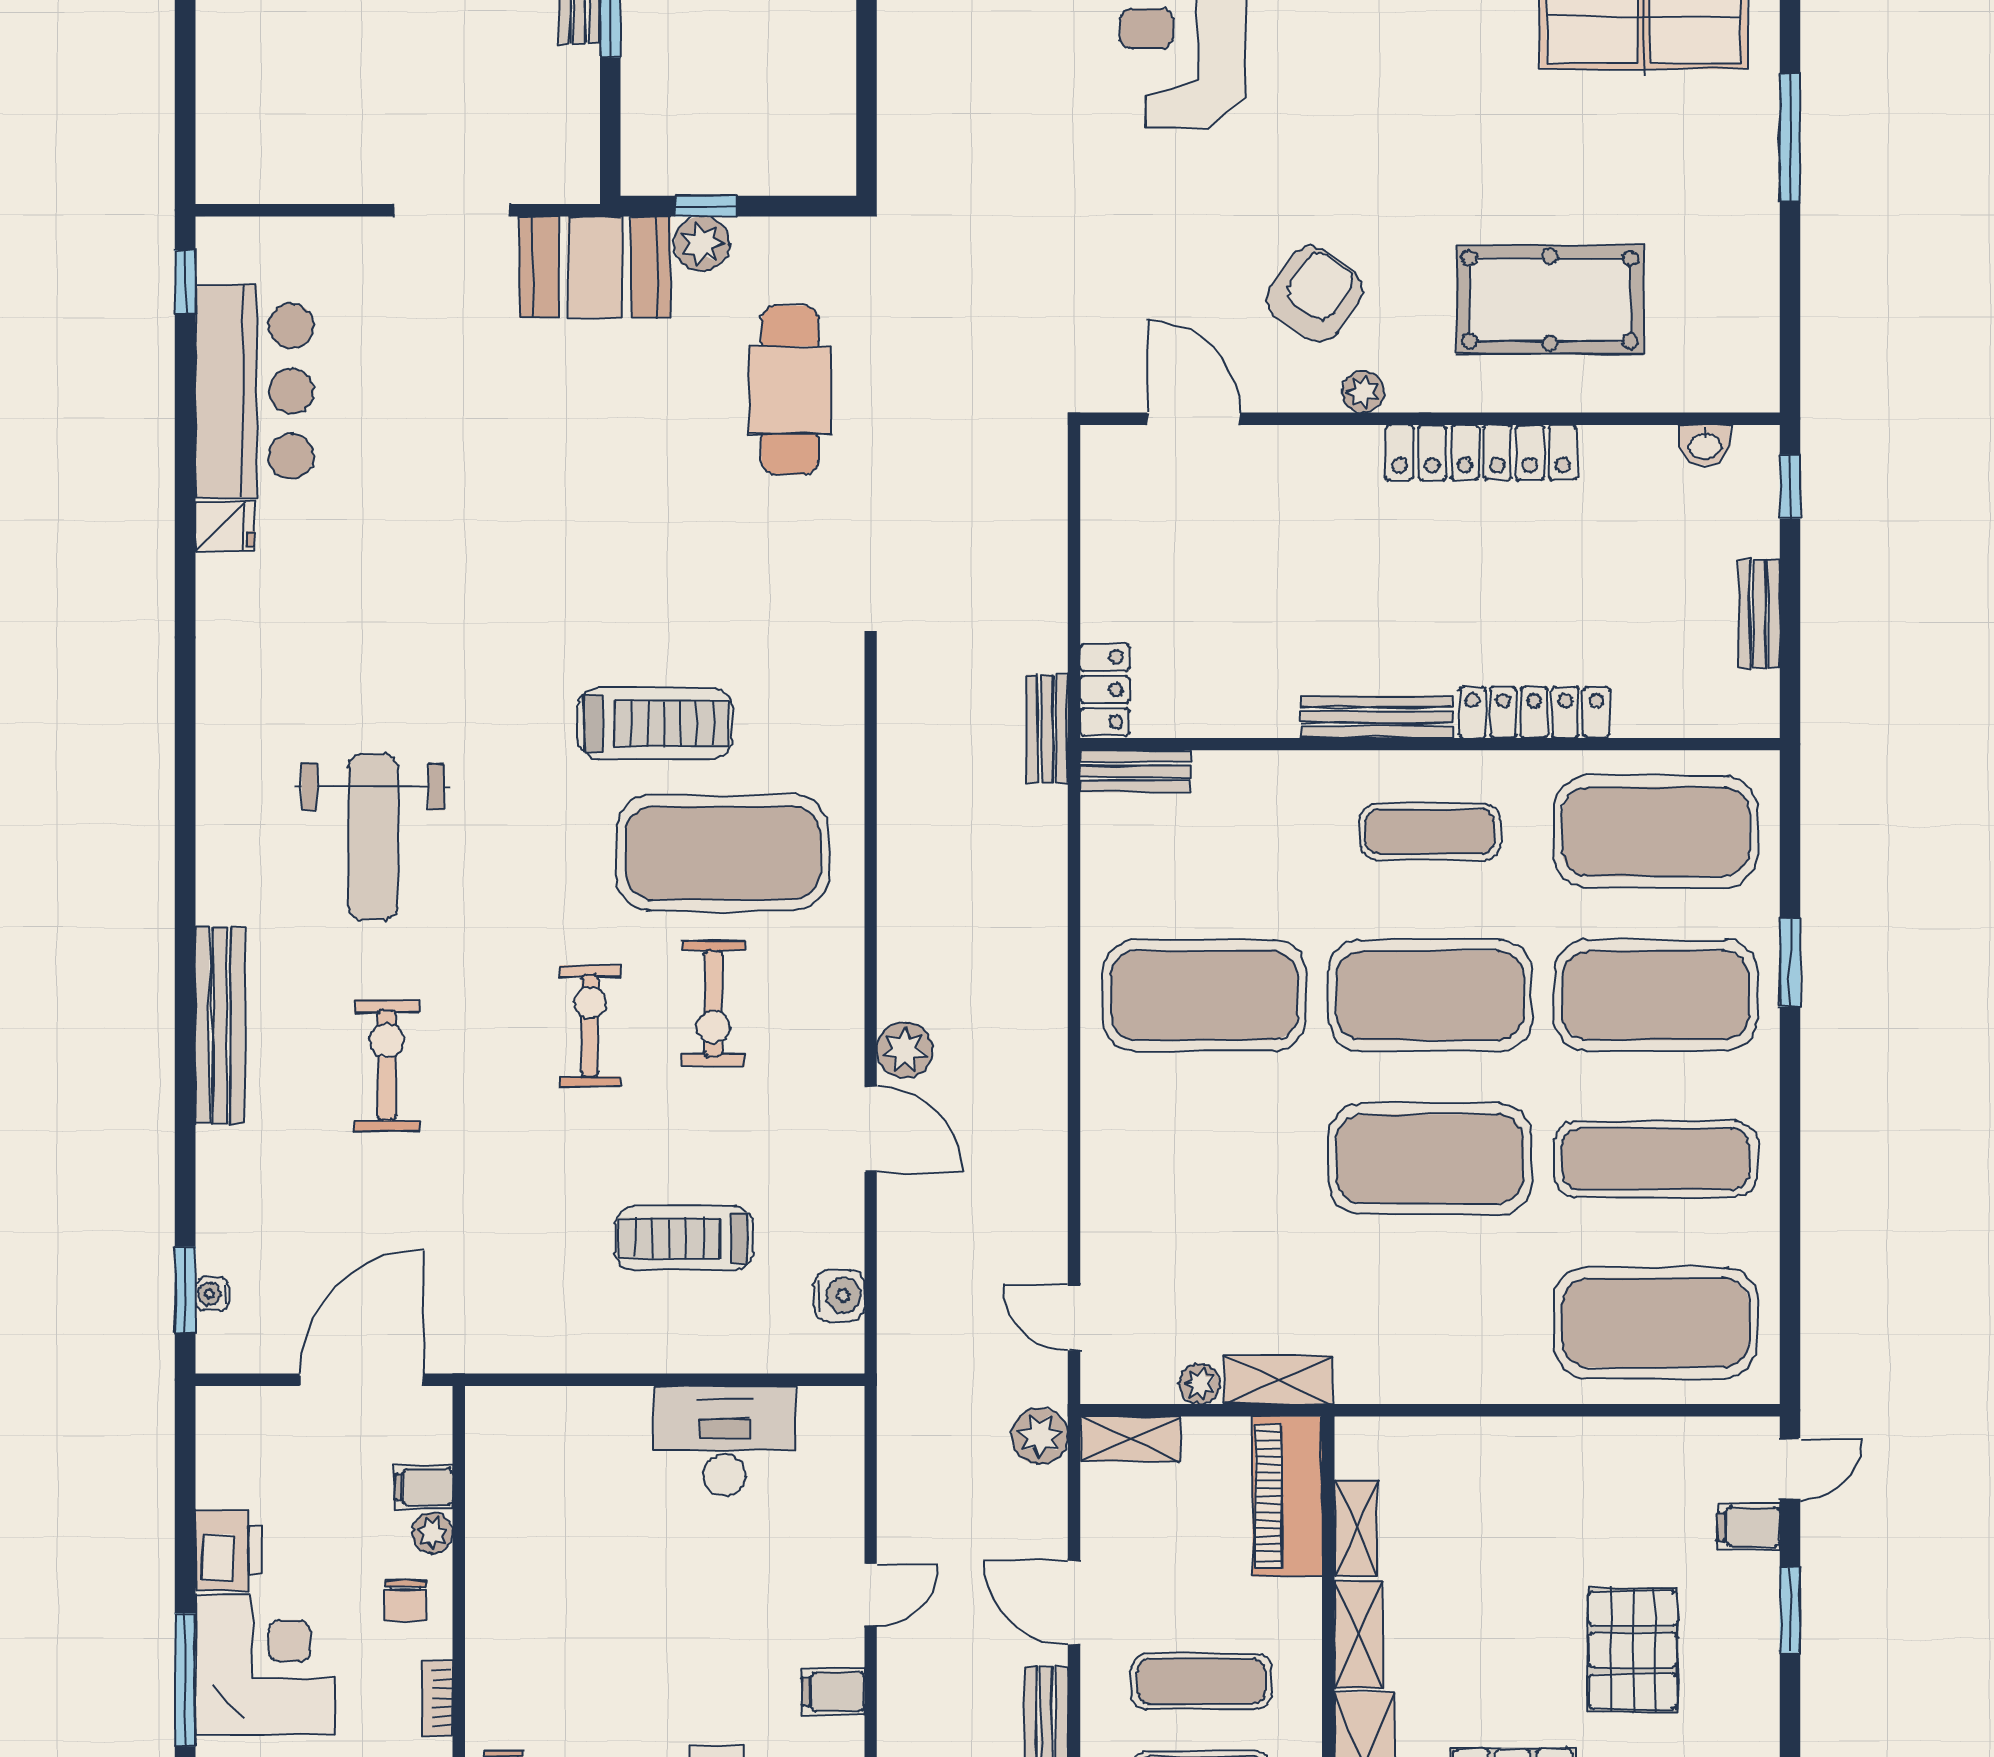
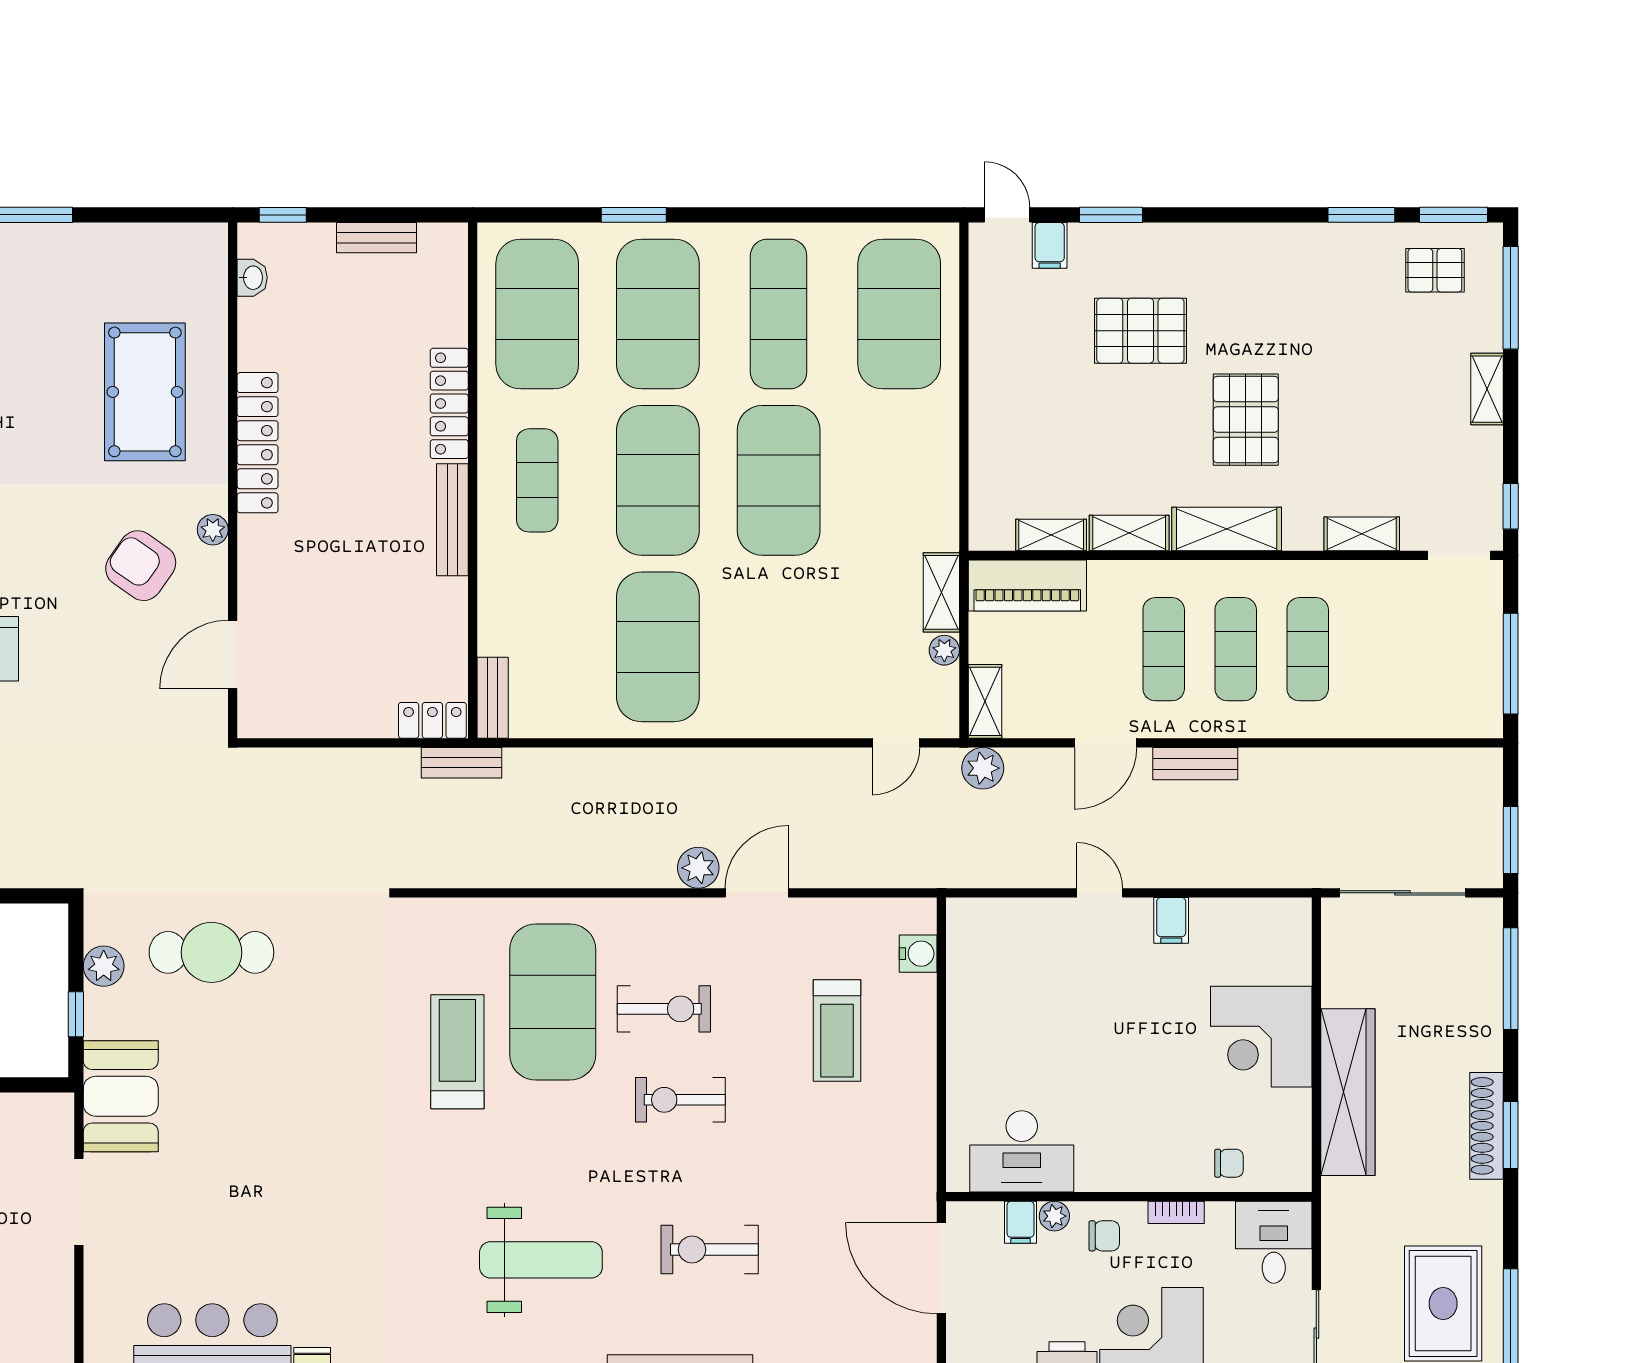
plant: (702, 244) -> (104, 966), moved
water cooler: (839, 1295) -> (918, 954), moved, turned 90
desk: (724, 1441) -> (1022, 1151), moved, turned -90

